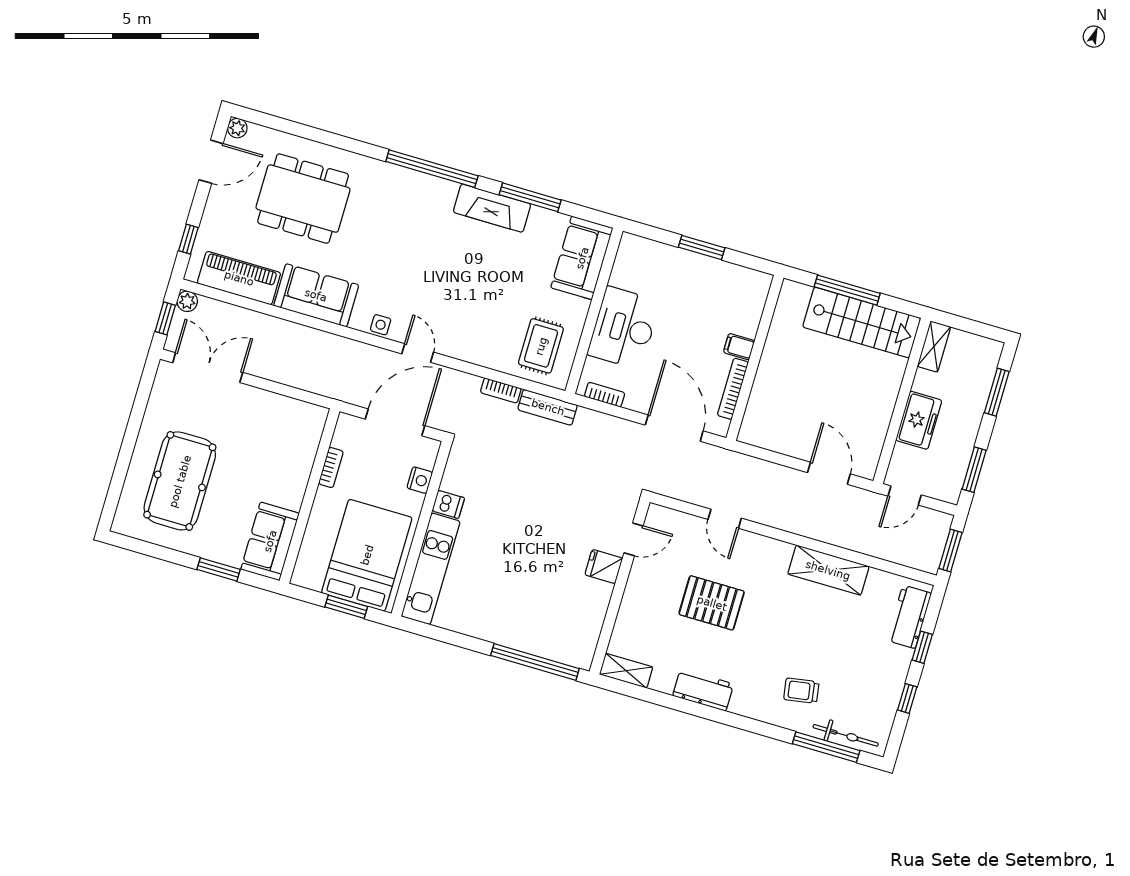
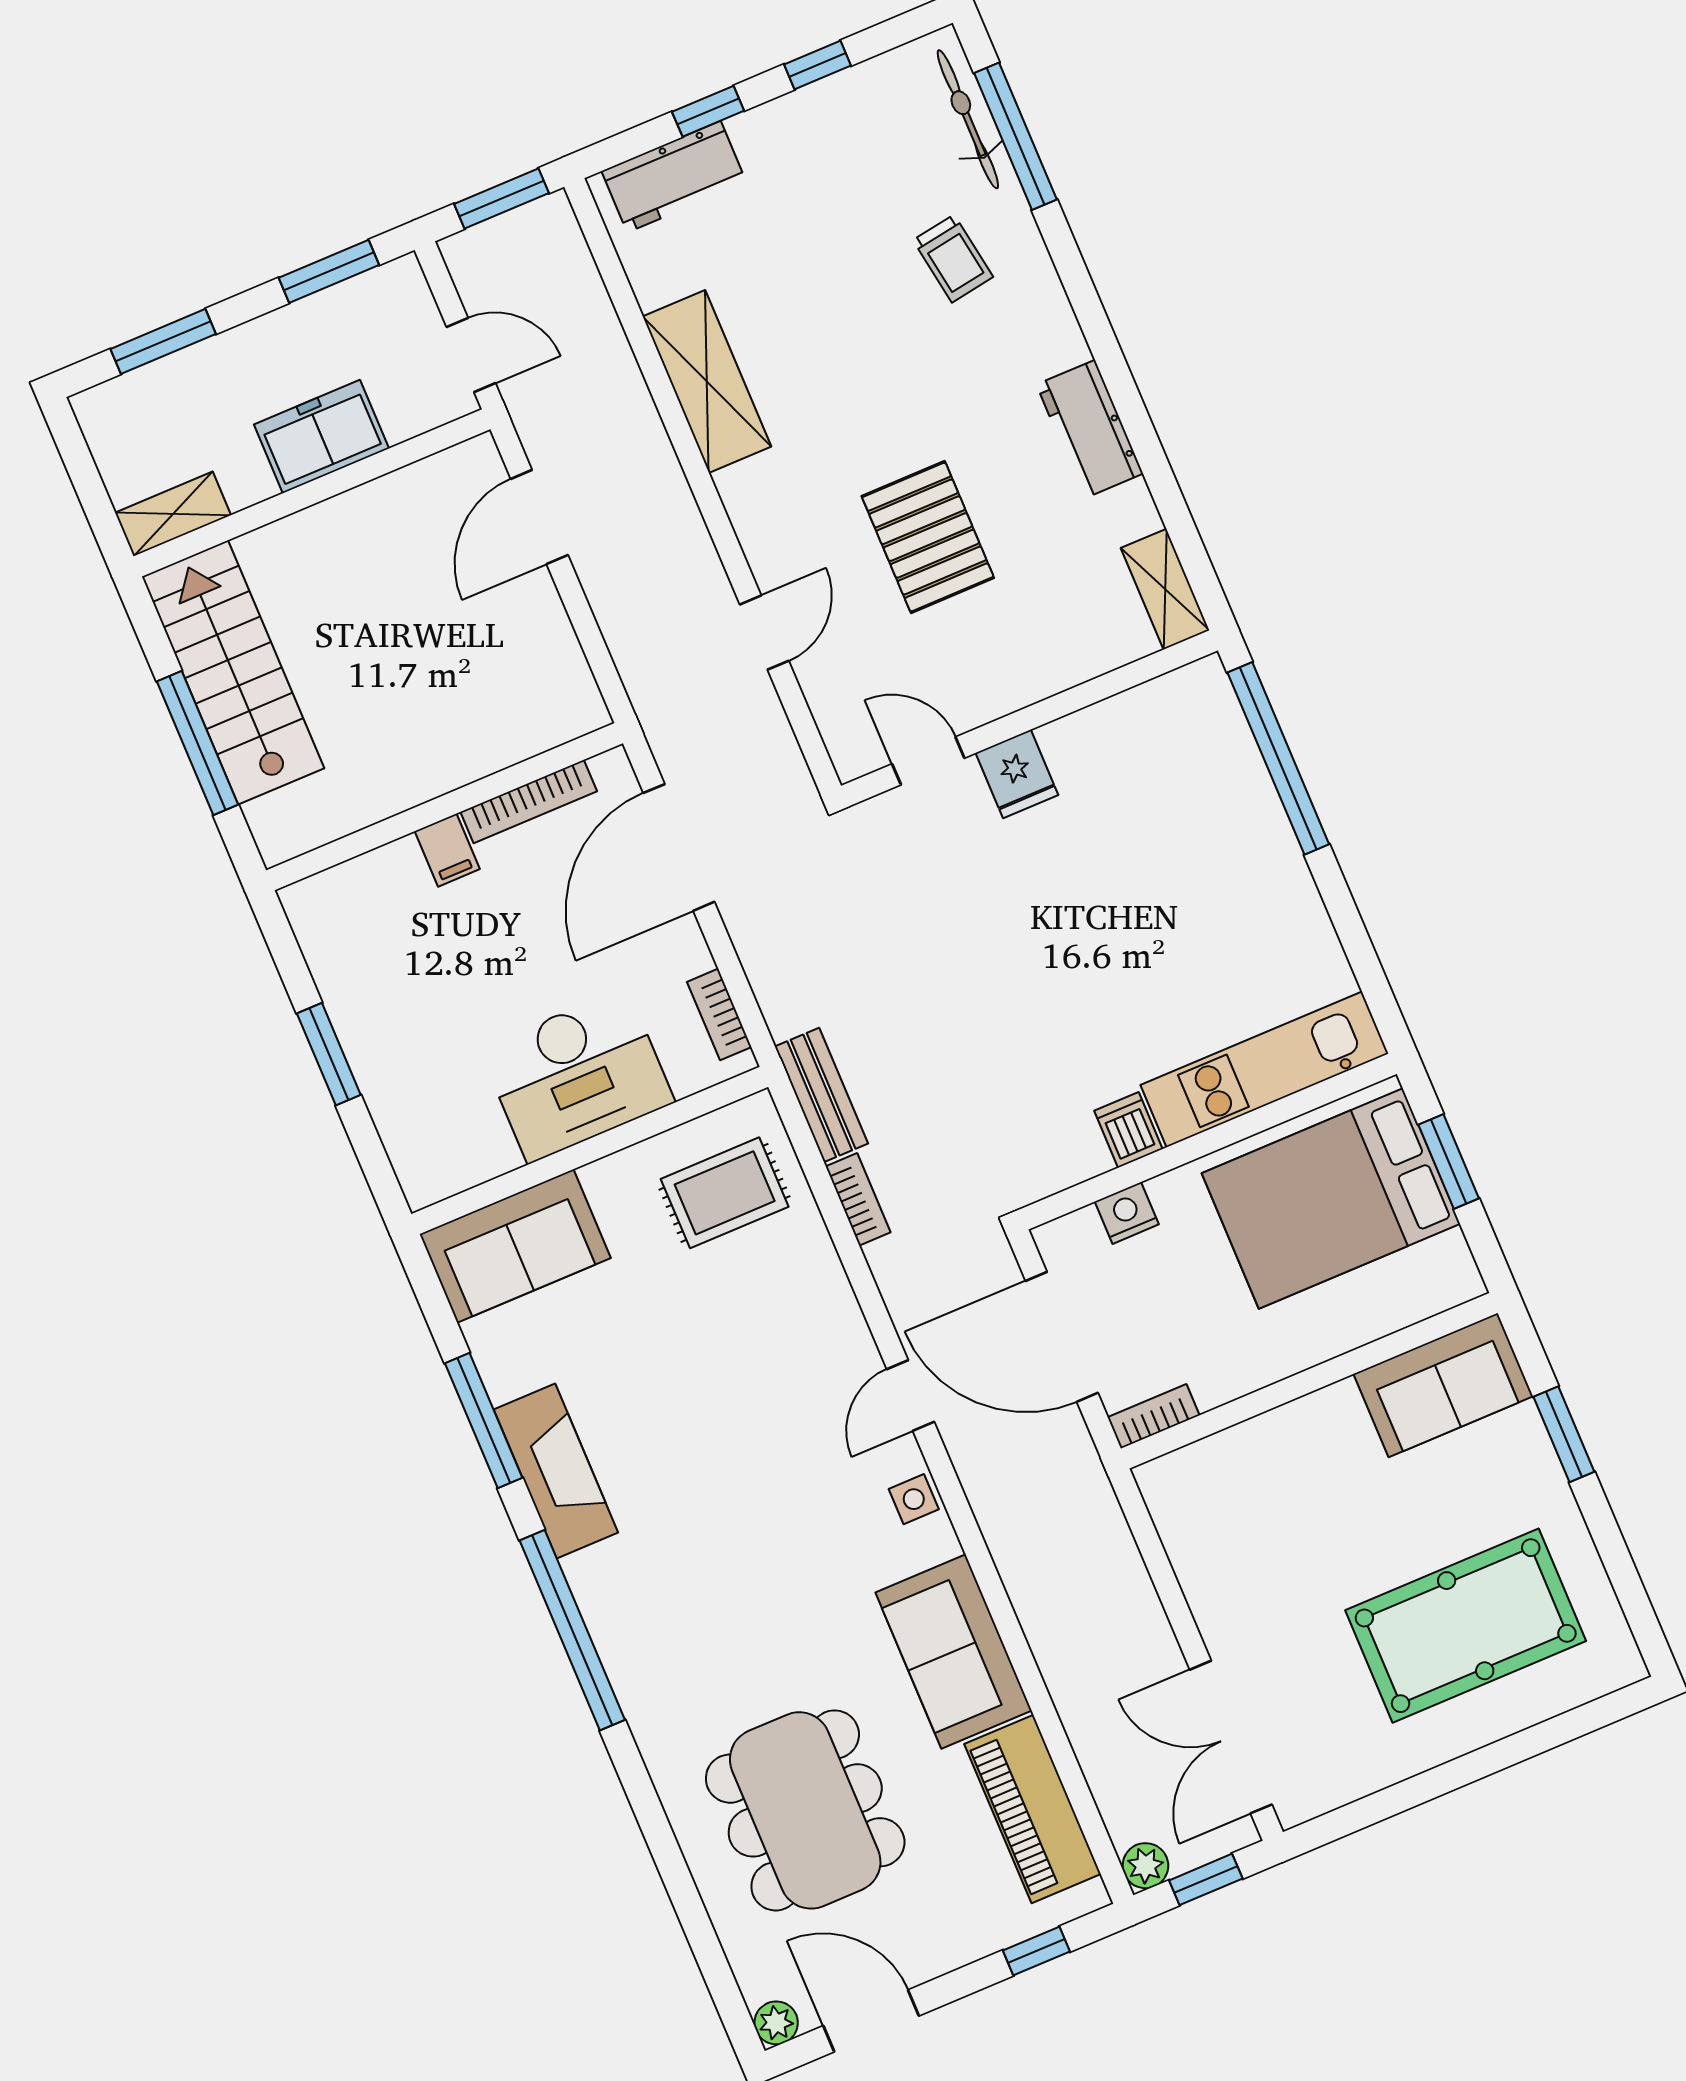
bookcase: (331, 467) -> (1154, 1416), moved

